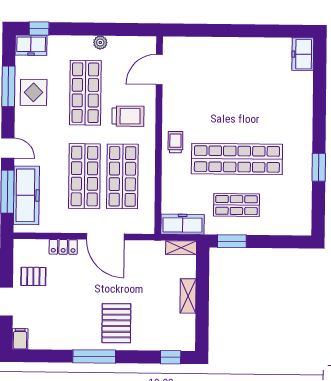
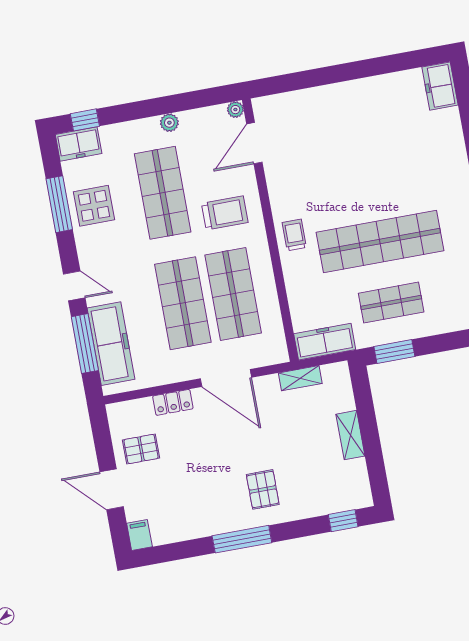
plant: (150, 42) -> (235, 110), added
shelving: (181, 248) -> (300, 378), moved
pallet: (116, 323) -> (263, 489), width x0.67, depth x0.71

